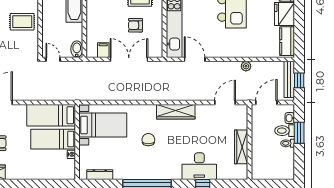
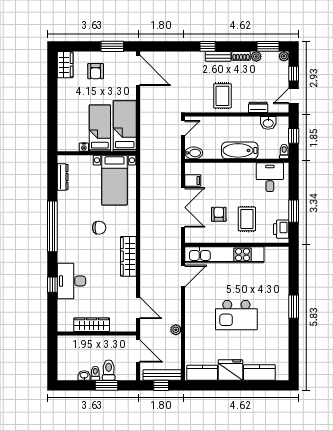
washbasin: (290, 118) -> (84, 376), moved

